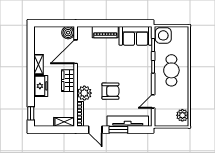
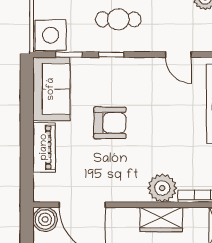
cafe table: (171, 70) -> (118, 19), width x0.73, depth x0.74
wardrobe: (68, 81) -> (161, 219), moved
armchair: (110, 91) -> (110, 123), moved, turned 90

